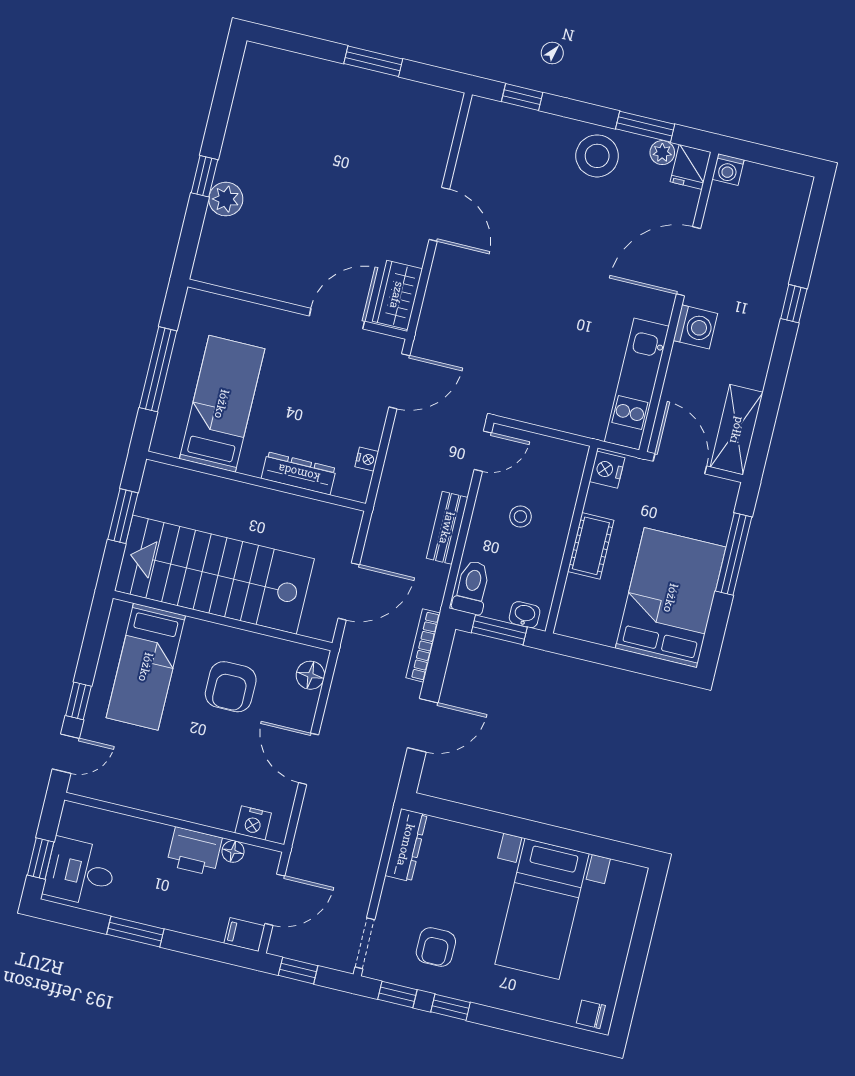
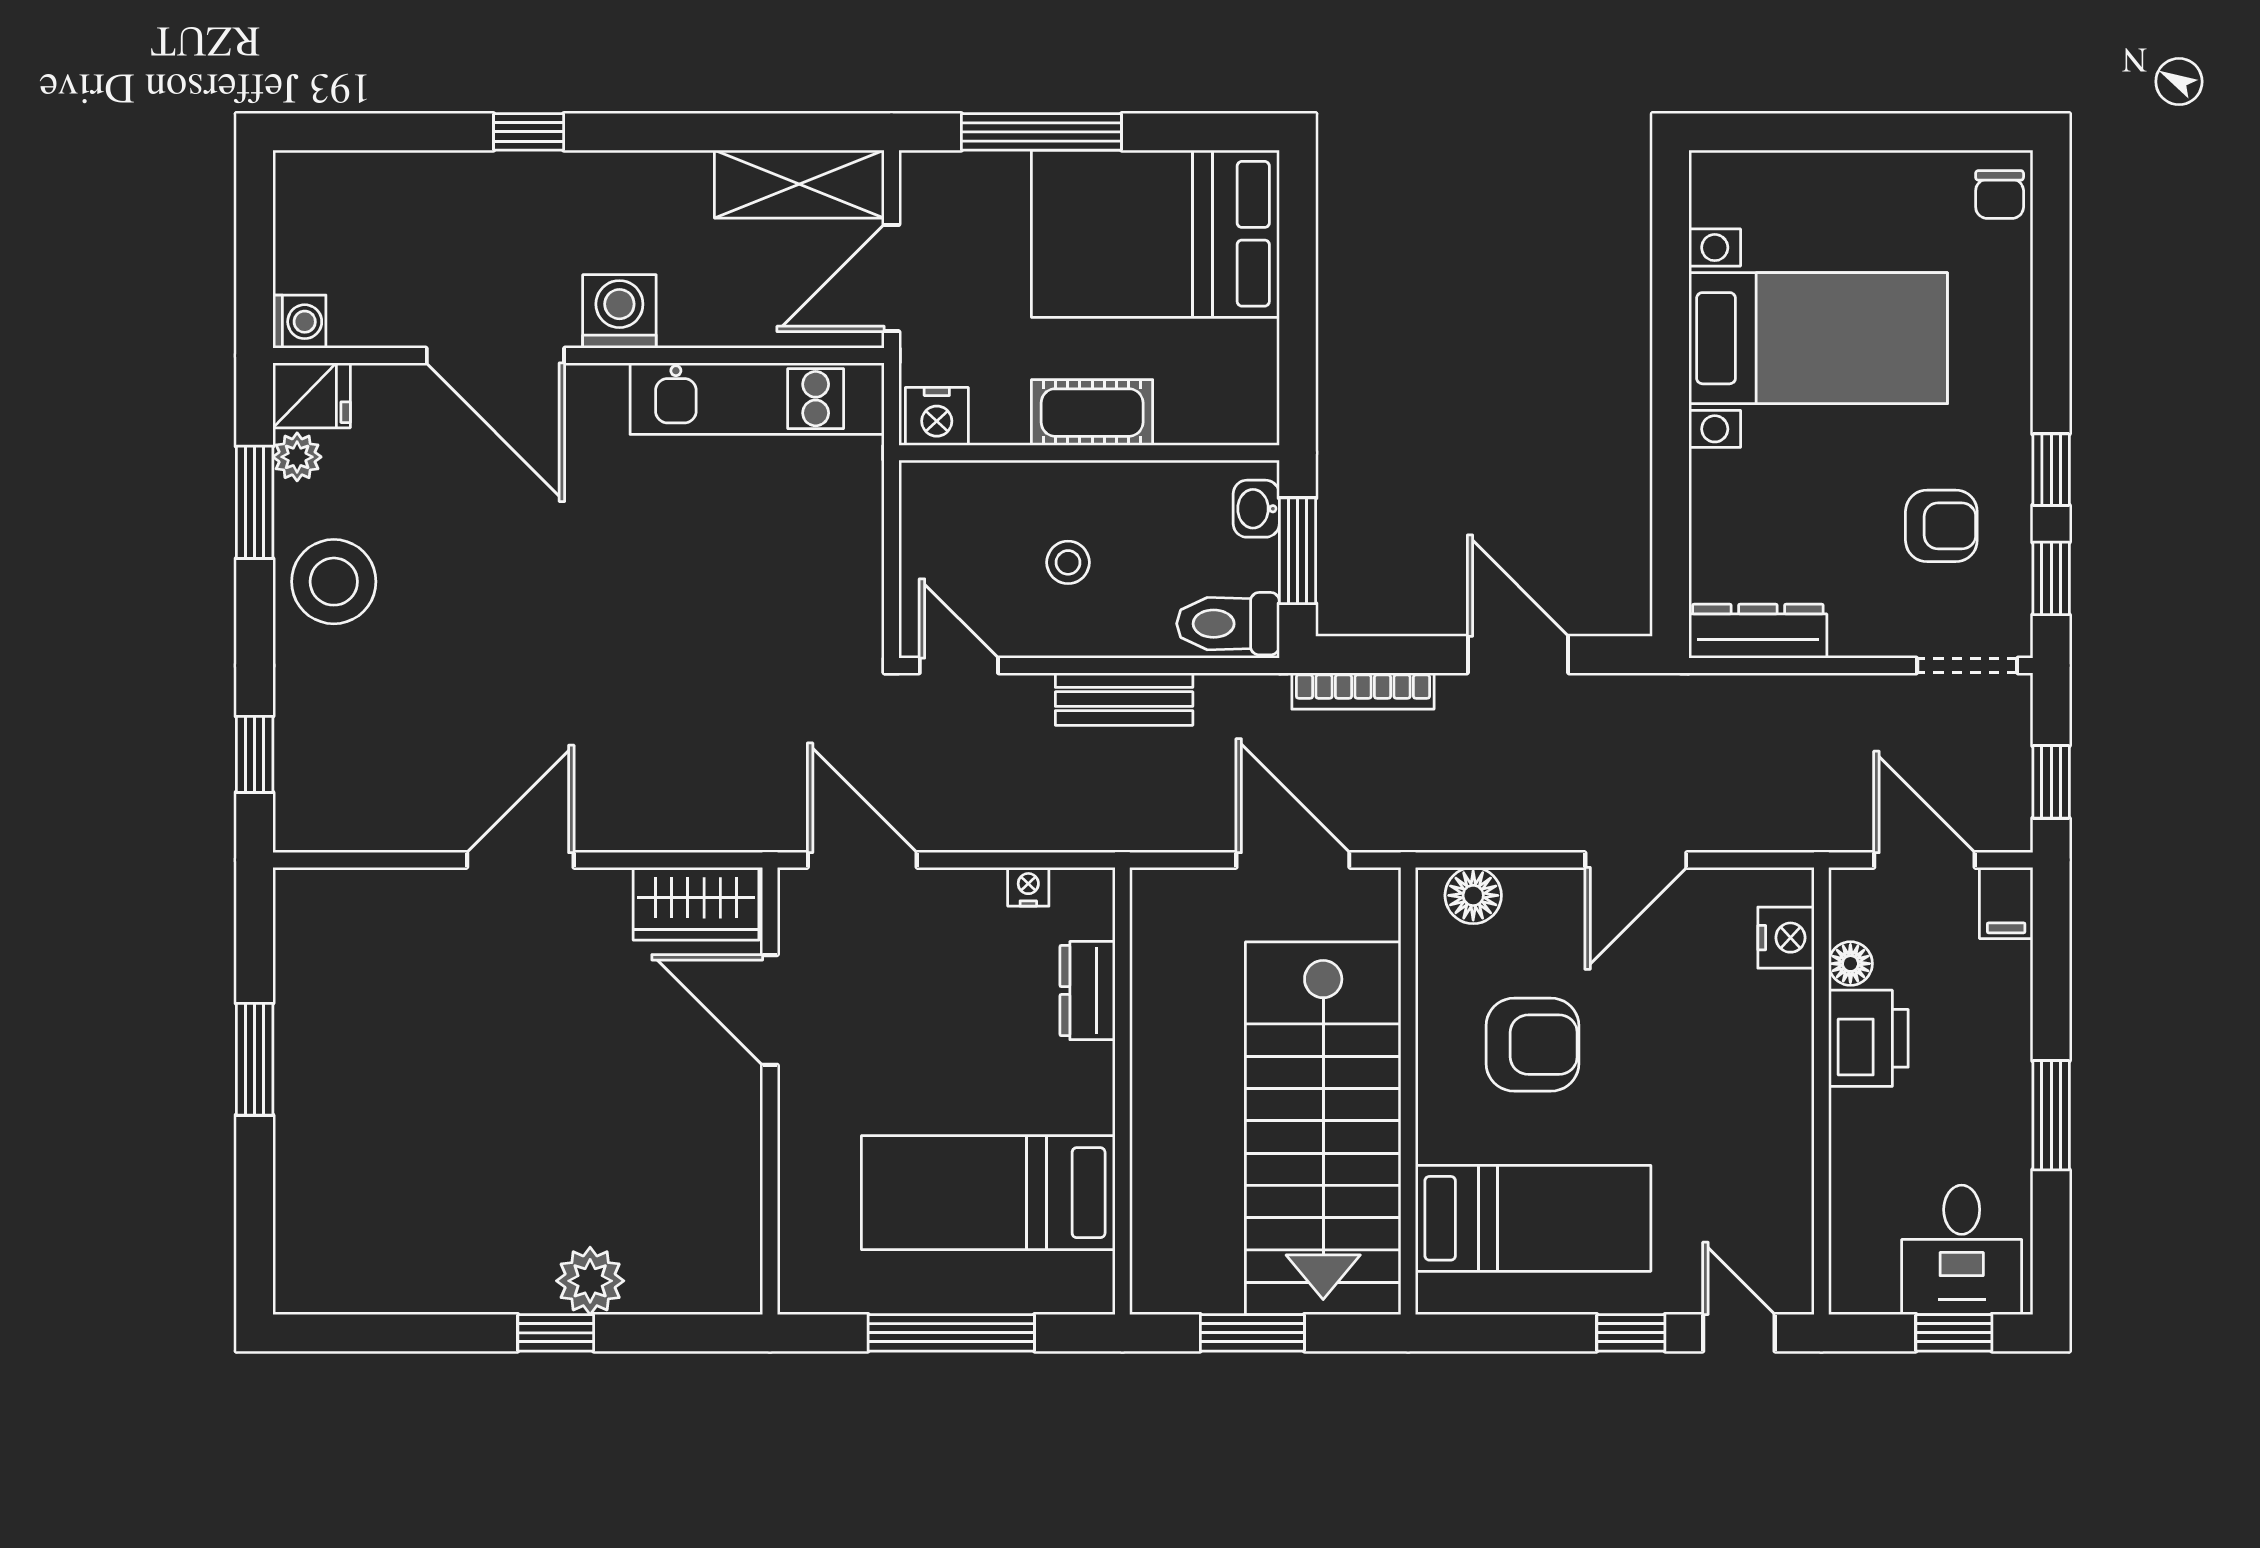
dresser: (299, 473) -> (1088, 991), width x0.70

